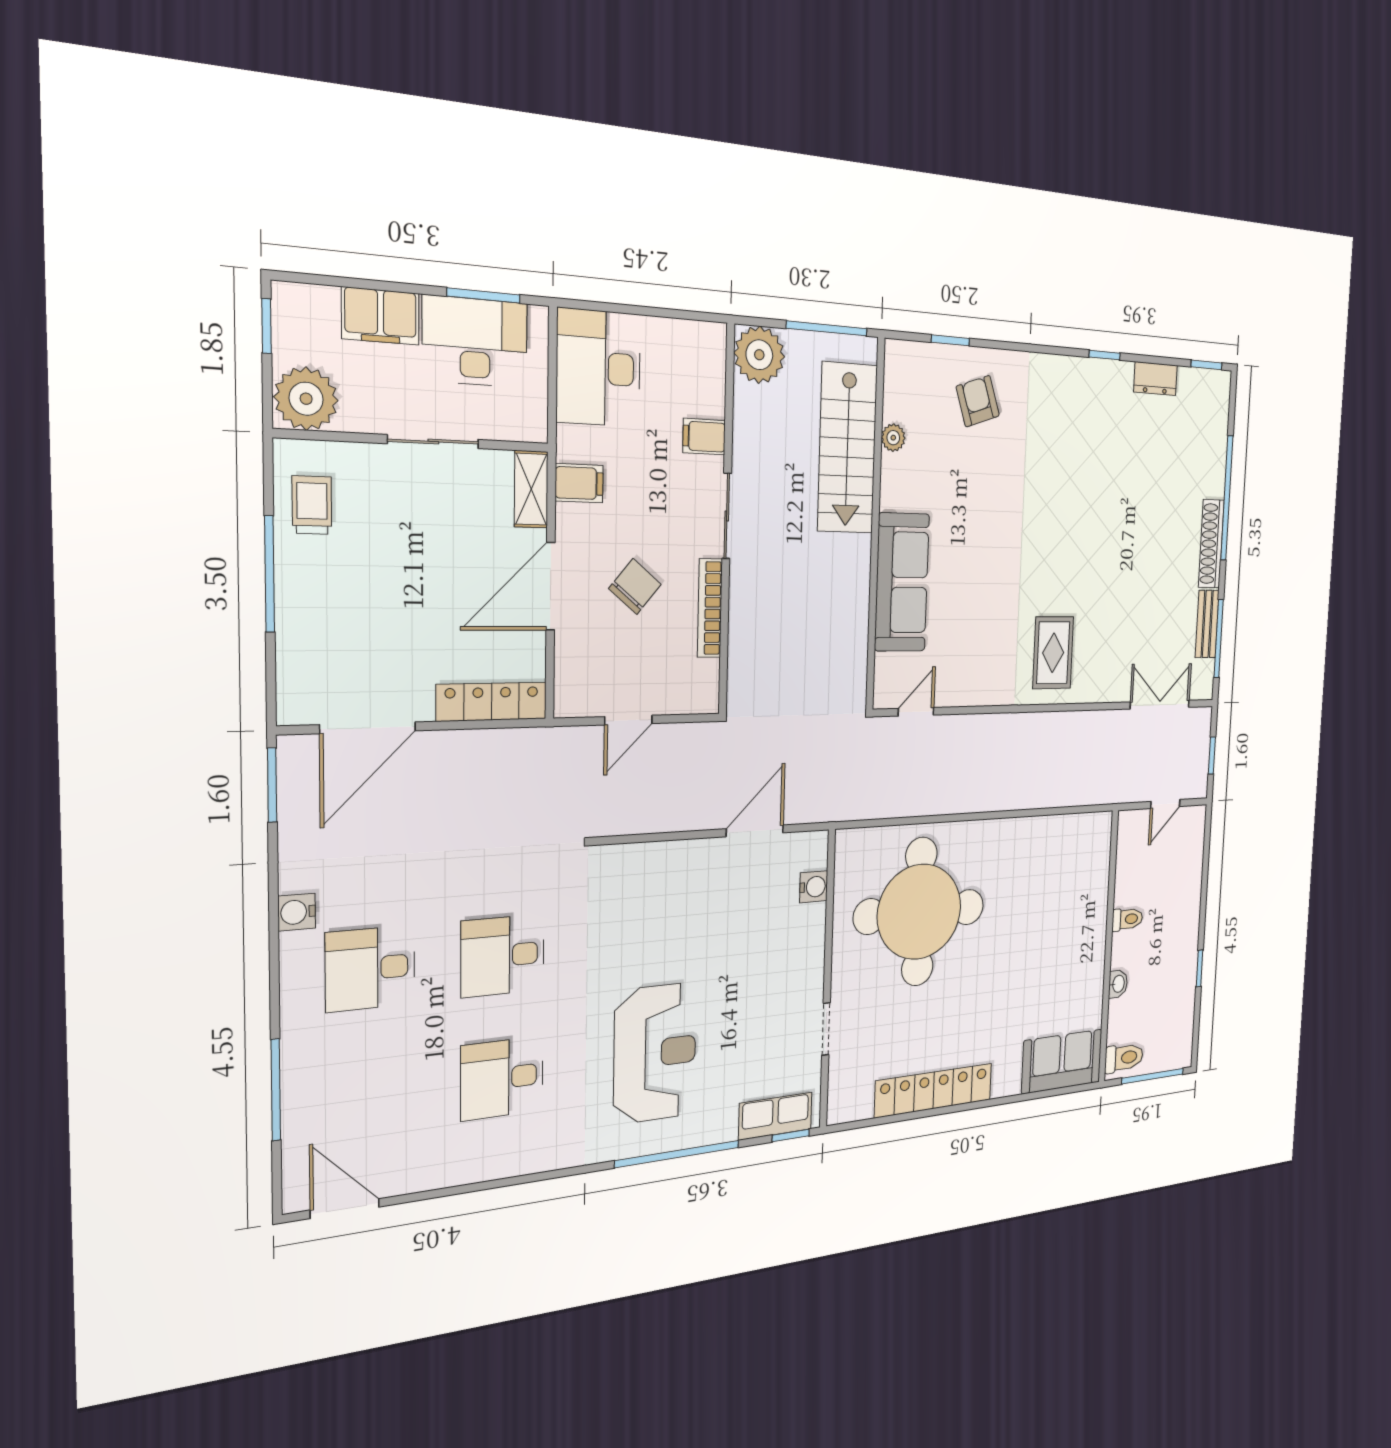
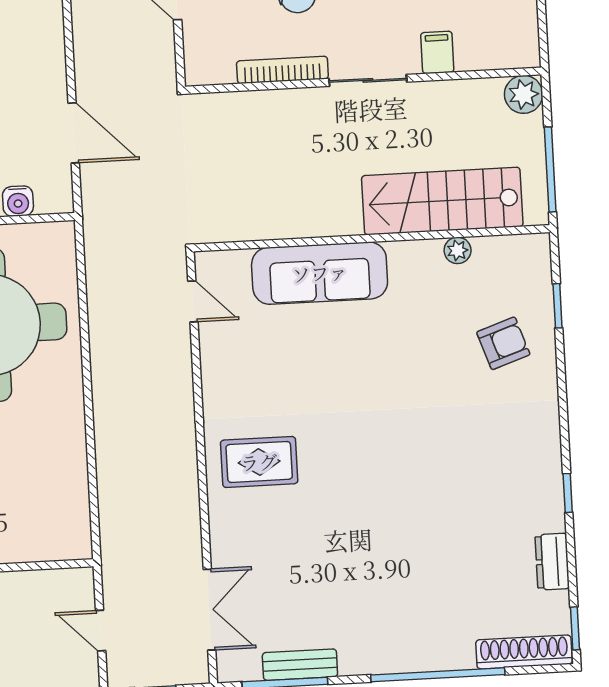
plant: (759, 355) -> (524, 94), width x0.73, depth x0.73
shoe rack: (1211, 544) -> (524, 652), moved

